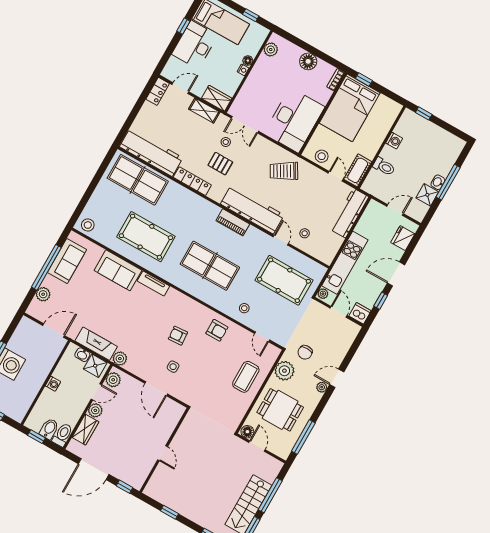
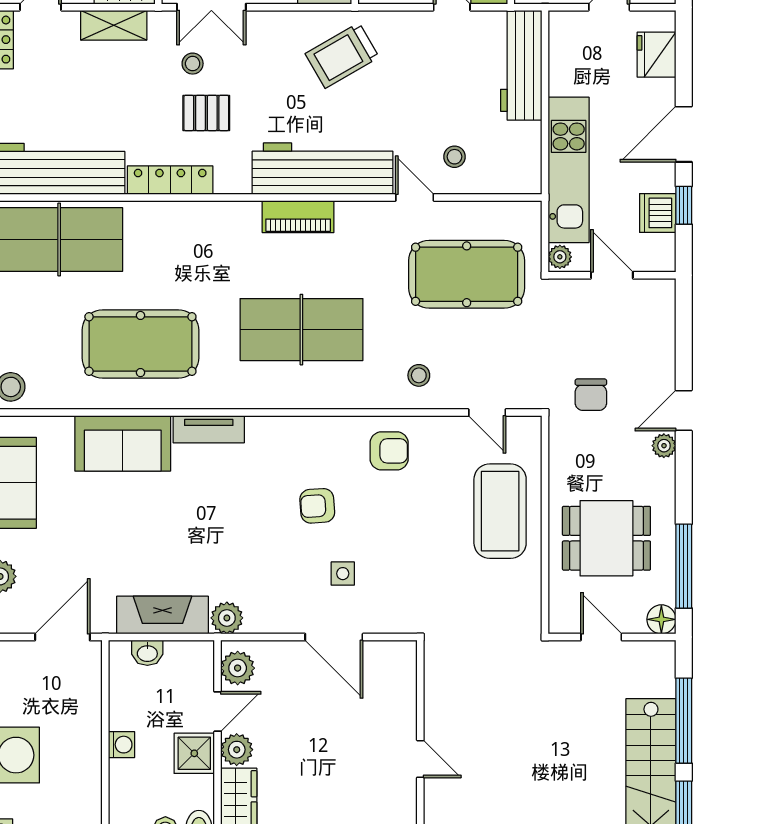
dishwasher: (360, 313) -> (658, 213), moved, turned -90
shower: (95, 366) -> (194, 753), moved
plant: (284, 371) -> (571, 455), removed
coffee table: (246, 377) -> (500, 511), width x1.36, depth x1.32
floor lamp: (247, 432) -> (661, 619), moved

